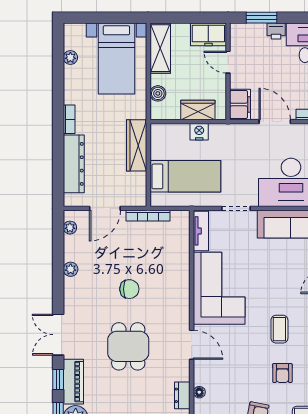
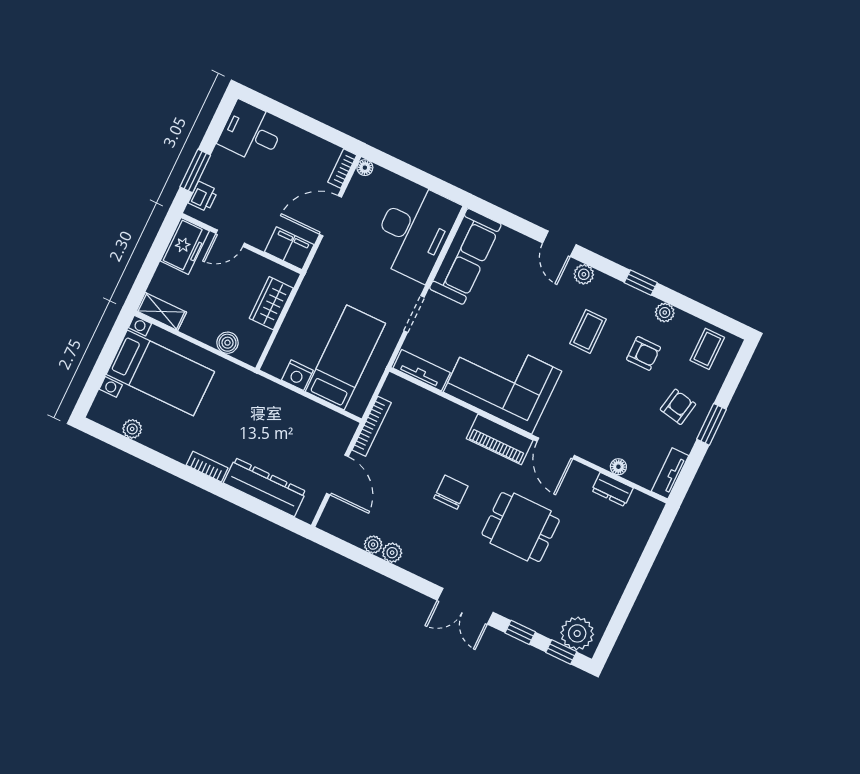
printer: (276, 31) -> (203, 197), moved
shelving: (160, 48) -> (161, 311), width x0.67, depth x0.75
nightstand: (199, 132) -> (297, 375), moved, turned -90
wardrobe: (137, 145) -> (279, 399), removed
plant: (70, 228) -> (373, 545), moved
coffee table: (279, 329) -> (588, 331), turned 90
door: (192, 345) -> (556, 448), swing flipped
piano: (73, 382) -> (500, 439), moved, turned 180

